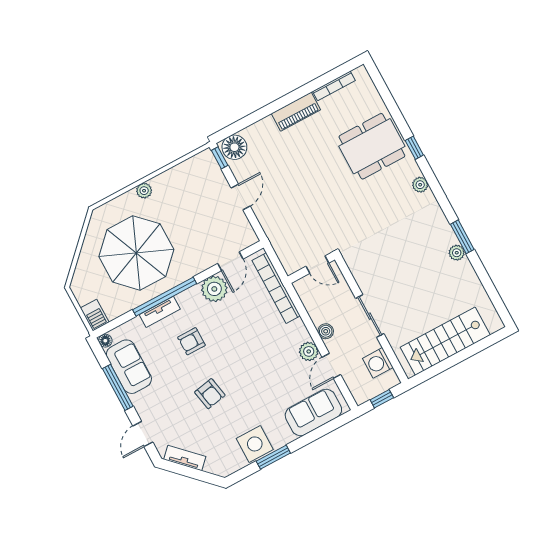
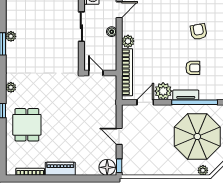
dining table: (372, 146) -> (27, 125), width x0.73
plant: (144, 191) -> (203, 170), moved
door: (241, 197) -> (119, 136), hinge flipped
tv unit: (160, 312) -> (186, 95), moved
plant: (309, 351) -> (128, 41), moved

